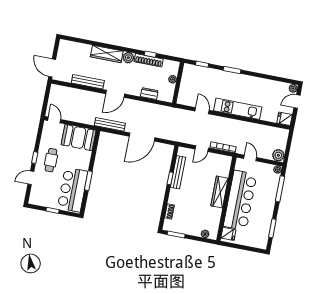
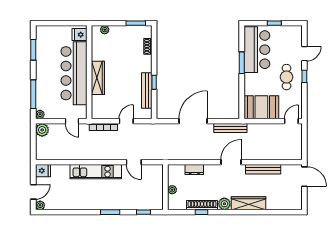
door: (54, 120) -> (291, 121), swing flipped

